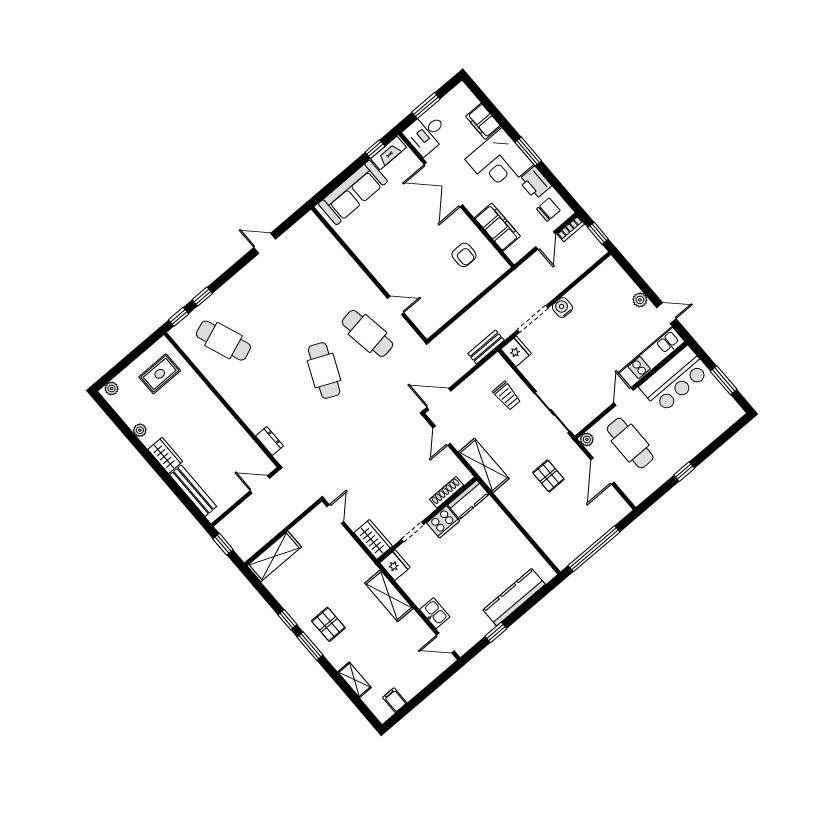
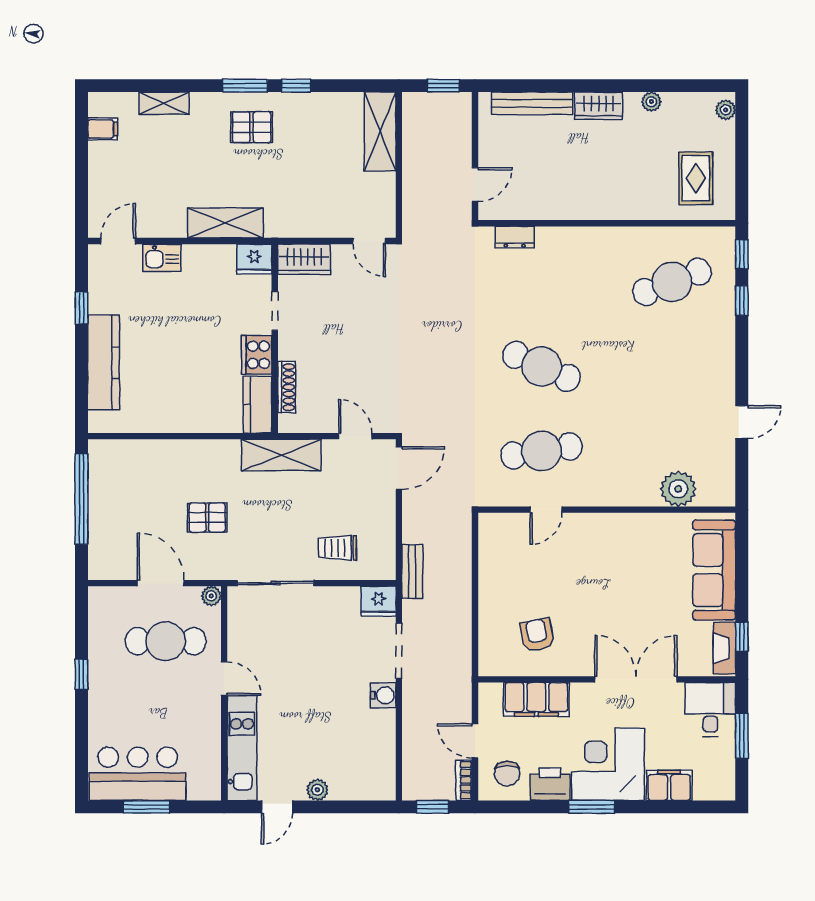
plant: (327, 247) -> (678, 489), added
armchair: (464, 255) -> (537, 635), turned 79
bar counter: (675, 380) -> (138, 774), moved, turned 90

